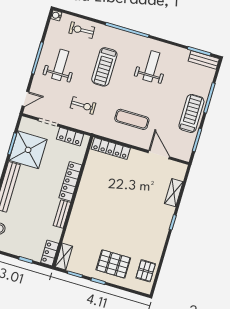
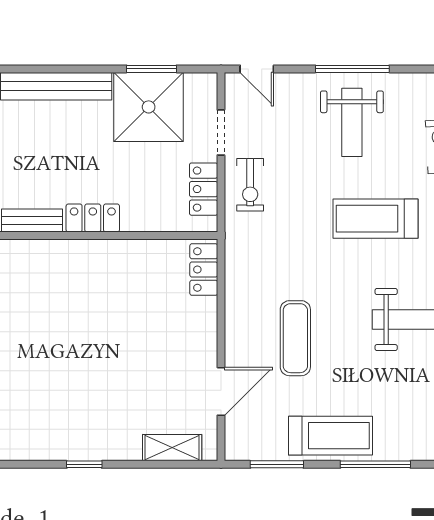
weight bench: (60, 65) -> (352, 122), turned 90
exercise bike: (83, 105) -> (250, 185), moved
exercise mat: (132, 119) -> (295, 338), moved
locker: (111, 149) -> (204, 270), width x0.66
locker: (70, 181) -> (93, 218), width x0.66
shelving: (174, 193) -> (172, 448), moved

